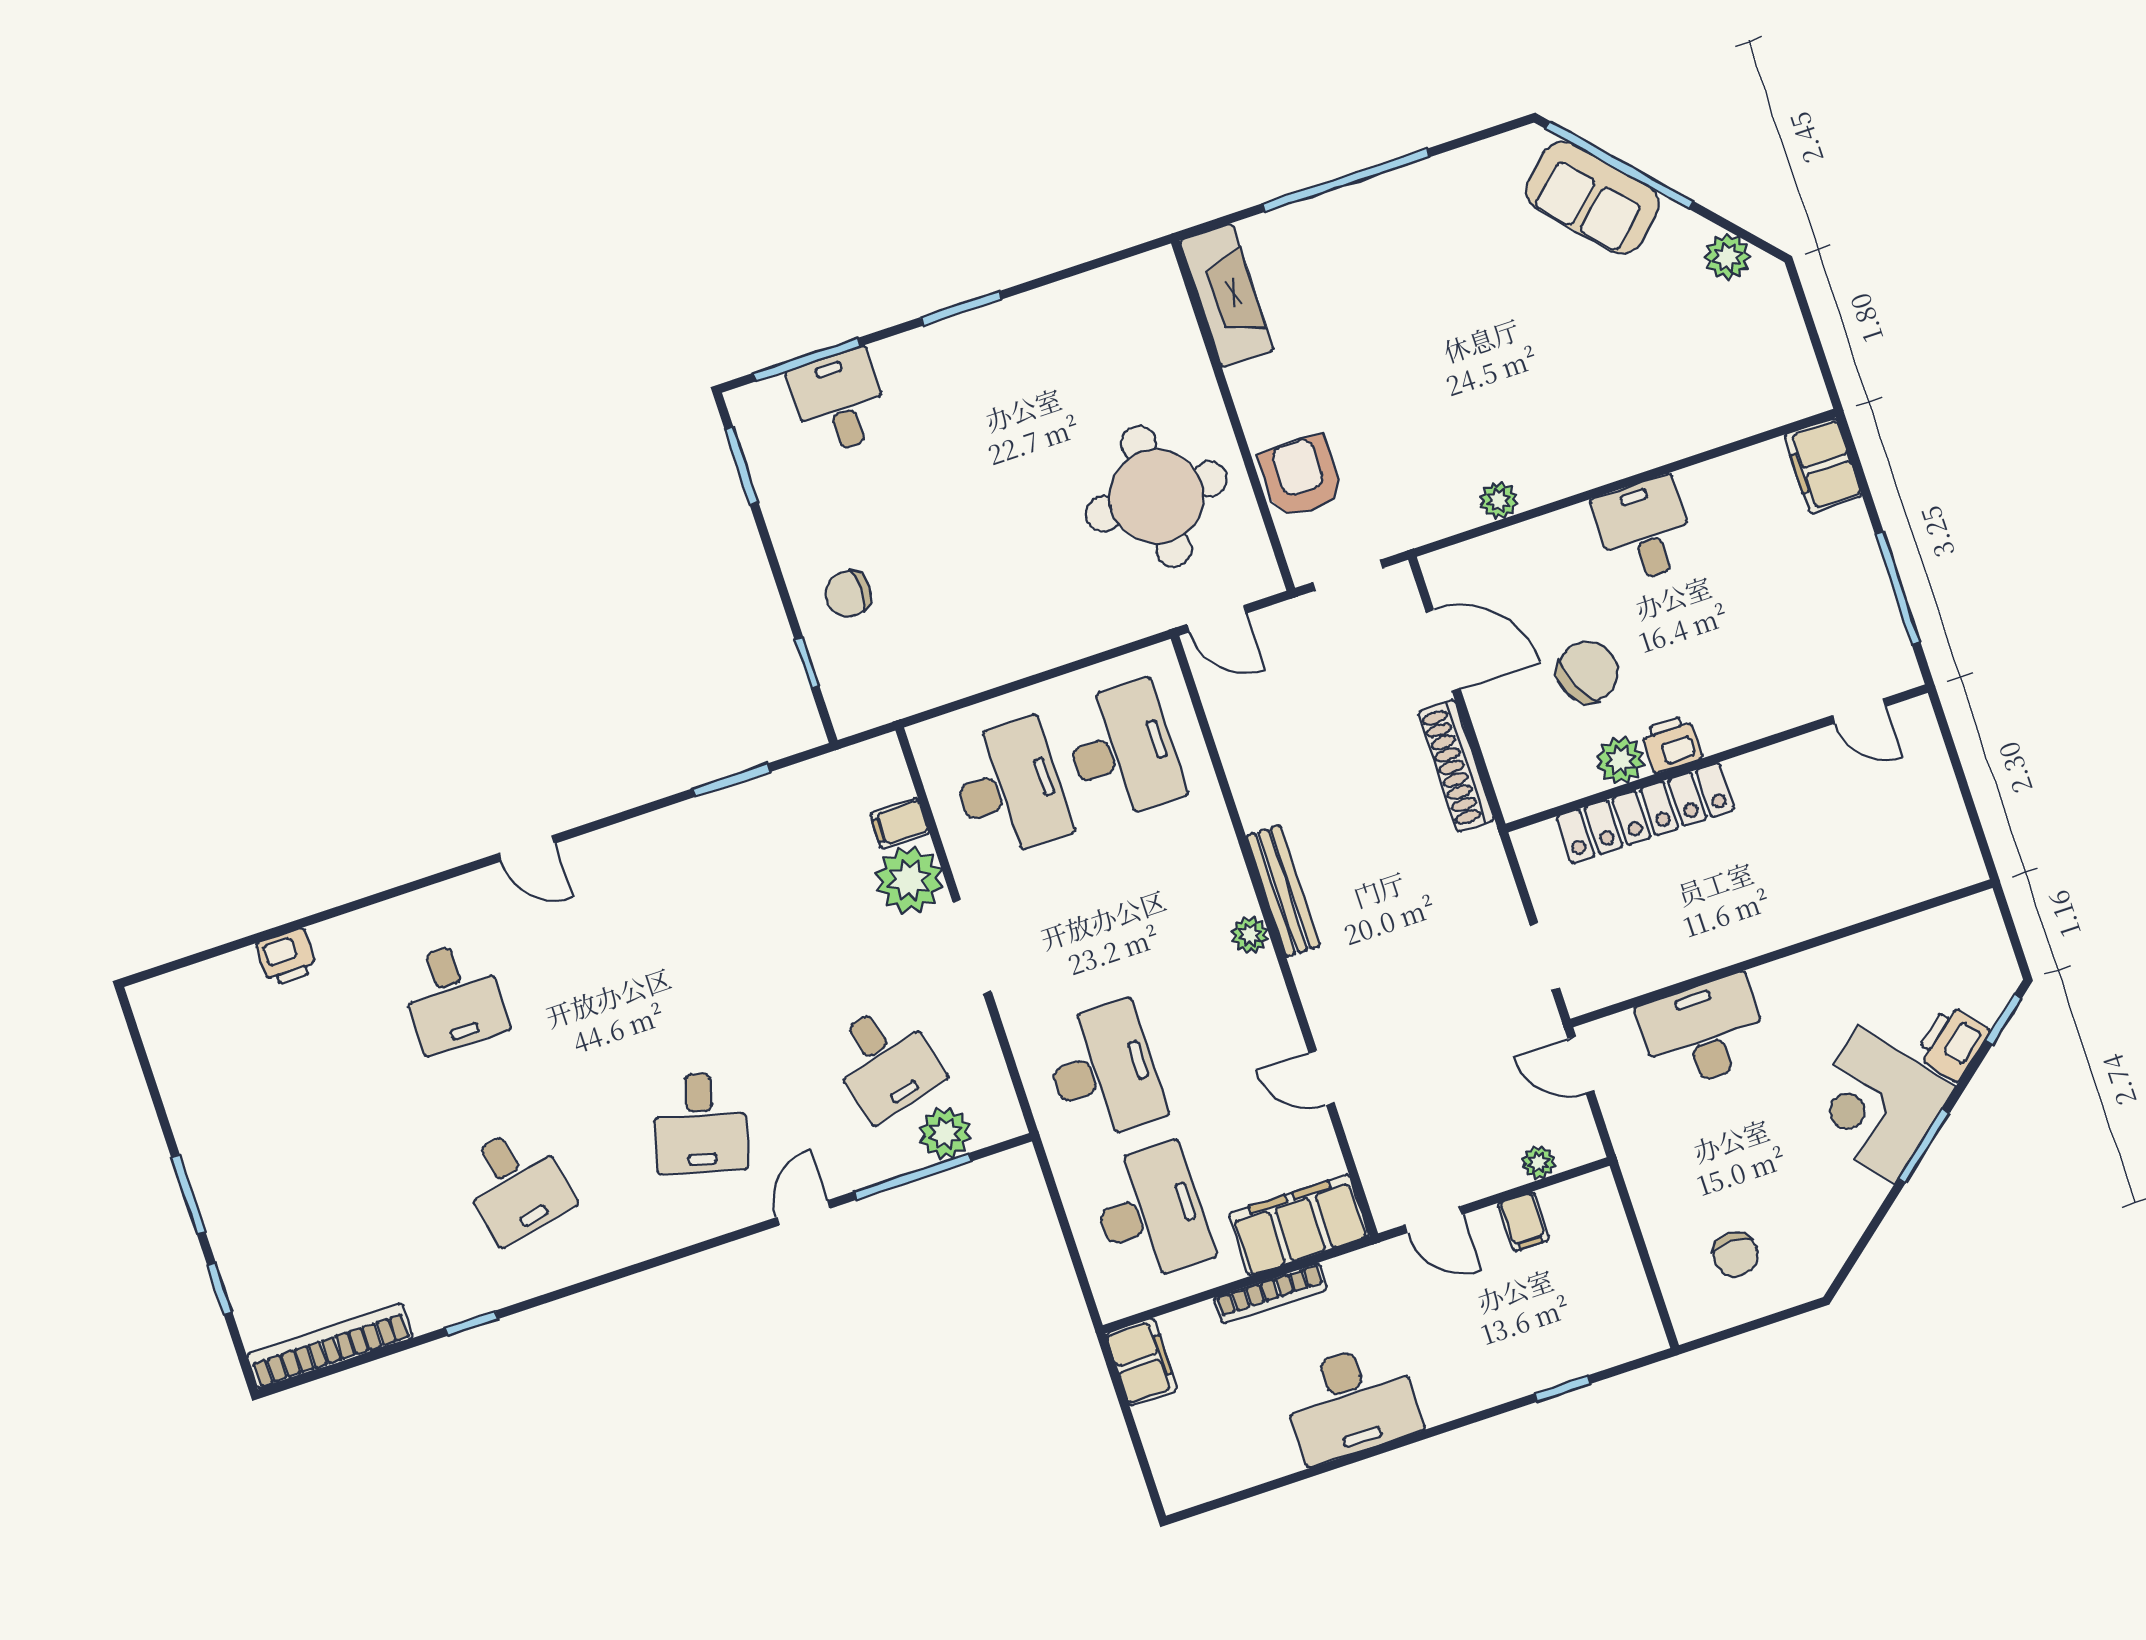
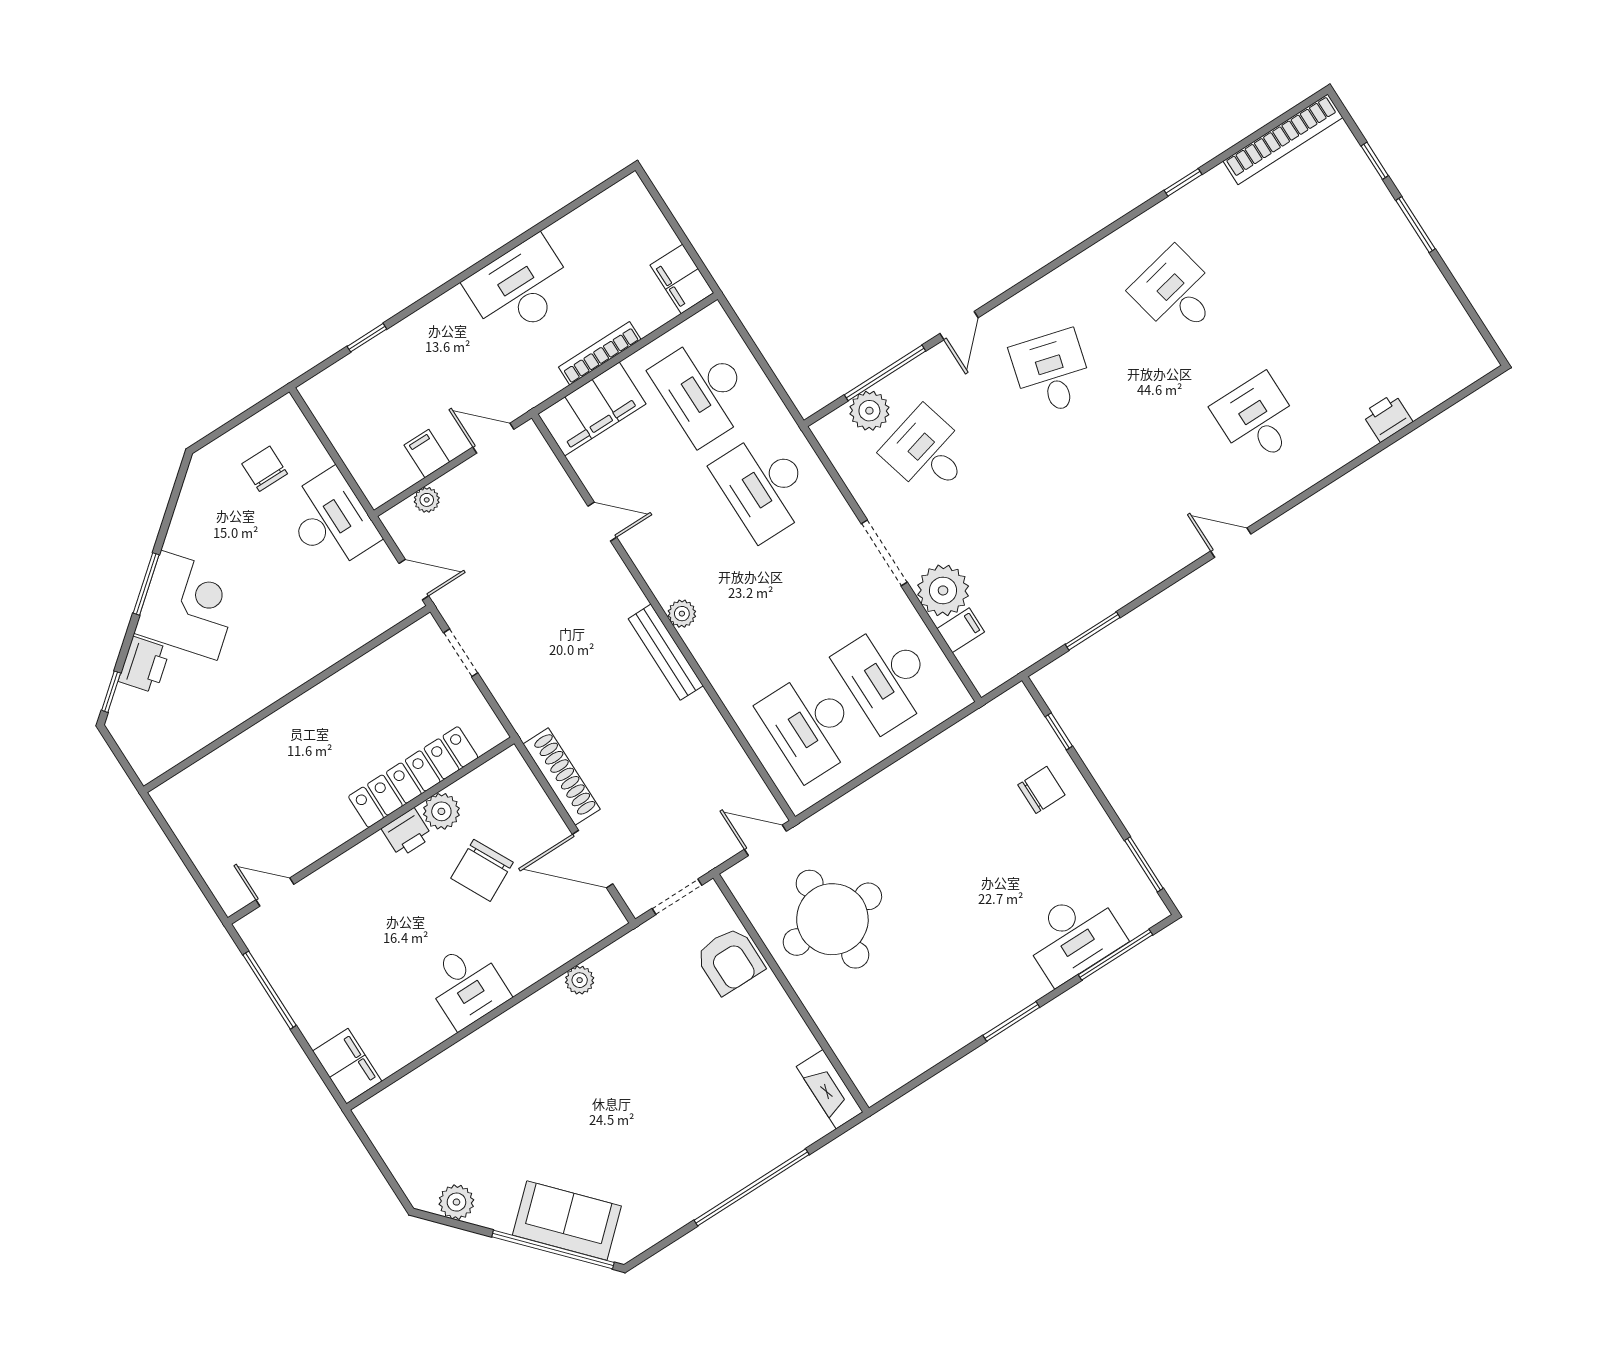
fireplace: (1227, 295) -> (830, 1089), width x0.73, depth x0.76
desk: (839, 402) -> (1074, 936), width x1.37
desk: (1703, 1032) -> (330, 520), moved, turned -90

